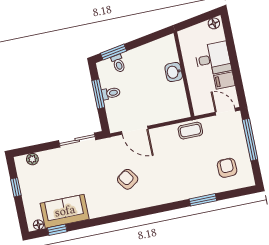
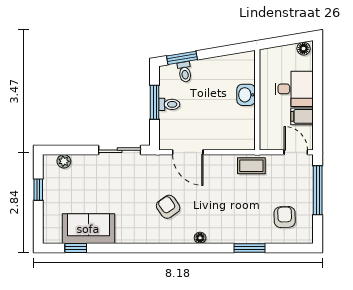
floor lamp: (38, 225) -> (200, 238), moved

